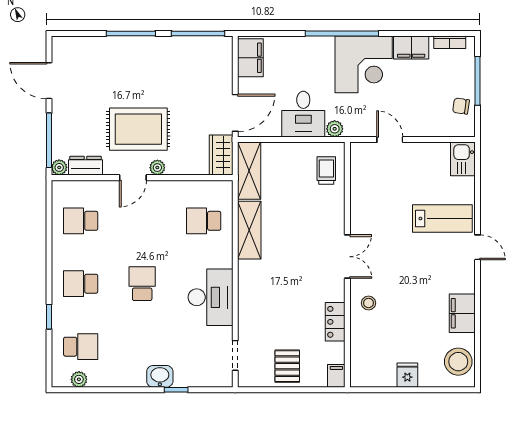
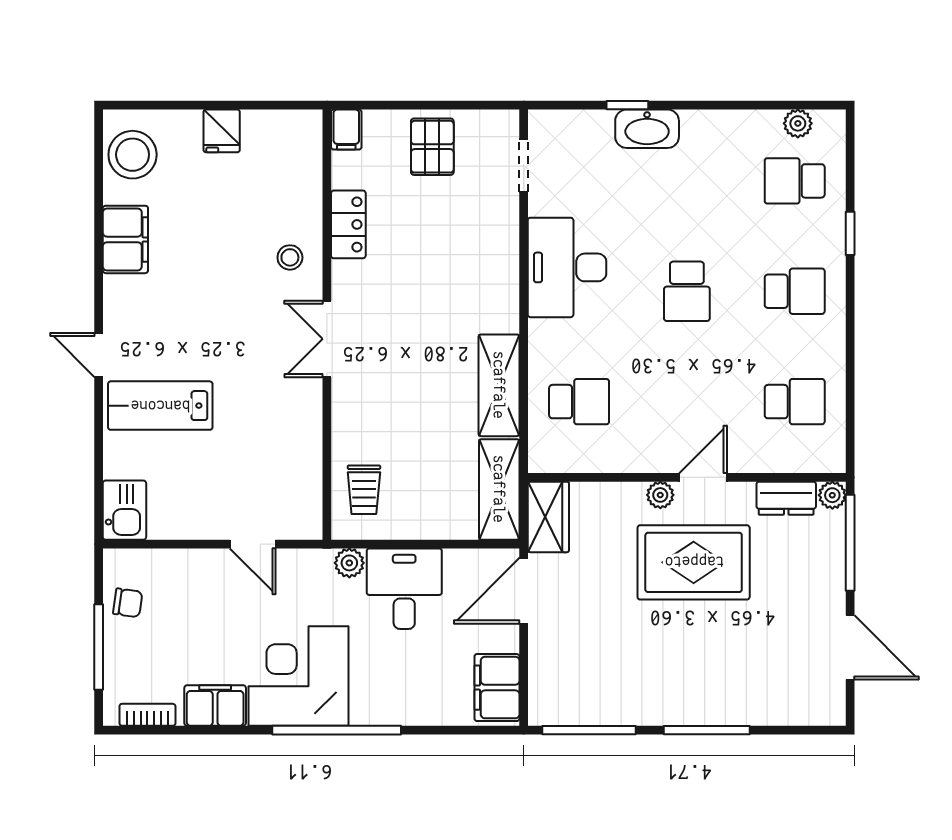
washbasin: (160, 376) -> (647, 129), width x1.38

